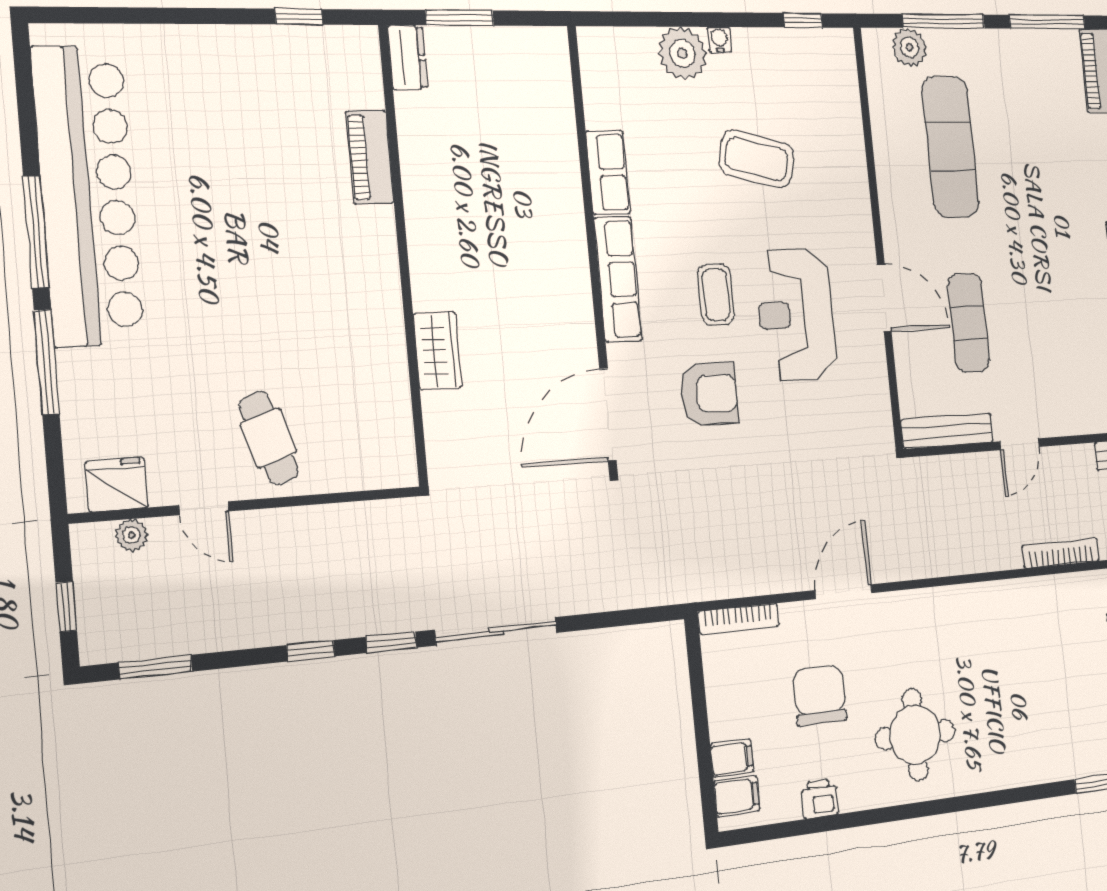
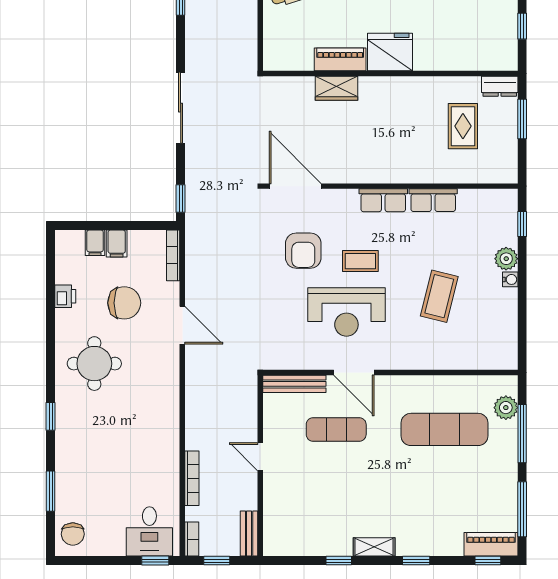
window: (803, 20) -> (522, 224), moved
plant: (682, 53) -> (506, 259), width x0.73, depth x0.73
rug: (481, 122) -> (463, 126), added
piano: (370, 157) -> (340, 59), moved
fridge: (366, 256) -> (390, 52), added
row of seats: (618, 279) -> (383, 200), width x0.68
door: (884, 298) -> (354, 372), hinge flipped
reception desk: (796, 315) -> (346, 312), turned 180
bench: (947, 431) -> (294, 384), moved, turned 90
window: (391, 642) -> (181, 198), moved
filing cabinet: (737, 796) -> (117, 244), moved
window: (999, 798) -> (51, 416), added

